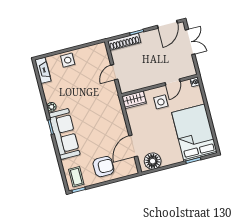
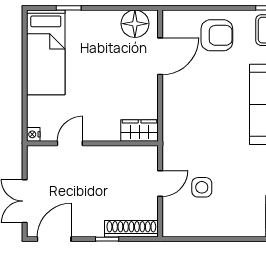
side table: (68, 60) -> (202, 187), moved
side table: (161, 102) -> (97, 116), removed
bed: (194, 133) -> (46, 52), width x0.67
armchair: (103, 167) -> (217, 35), turned 180

